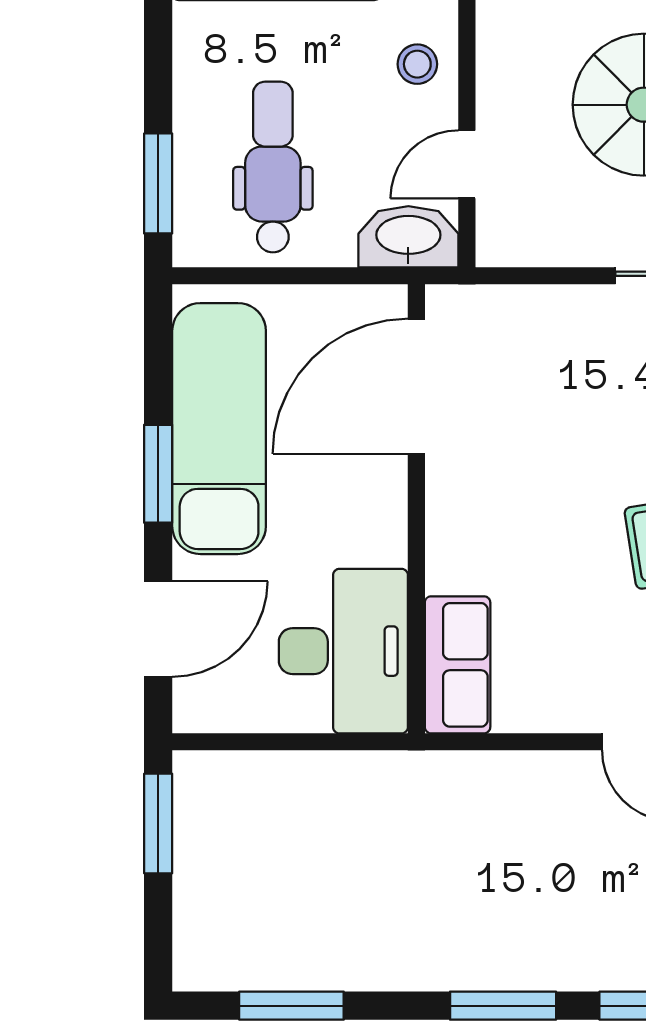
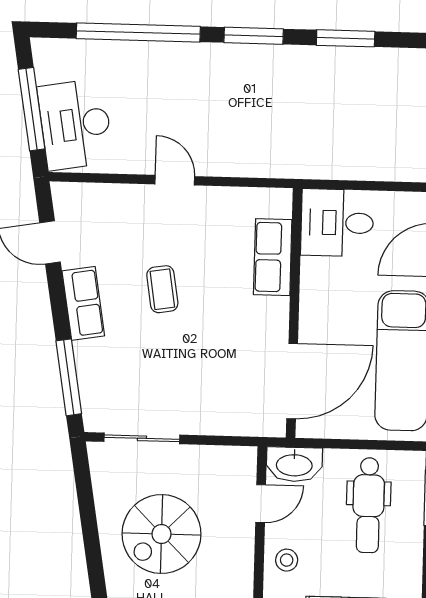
desk: (343, 651) -> (337, 223), width x0.73
row of seats: (458, 665) -> (273, 257), moved
window: (291, 1006) -> (346, 38), moved

